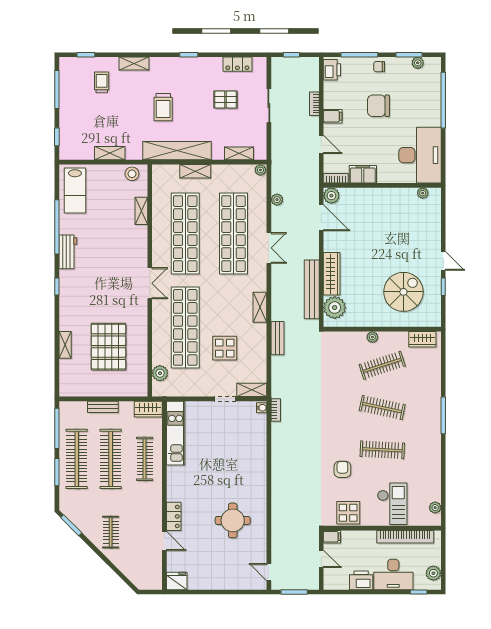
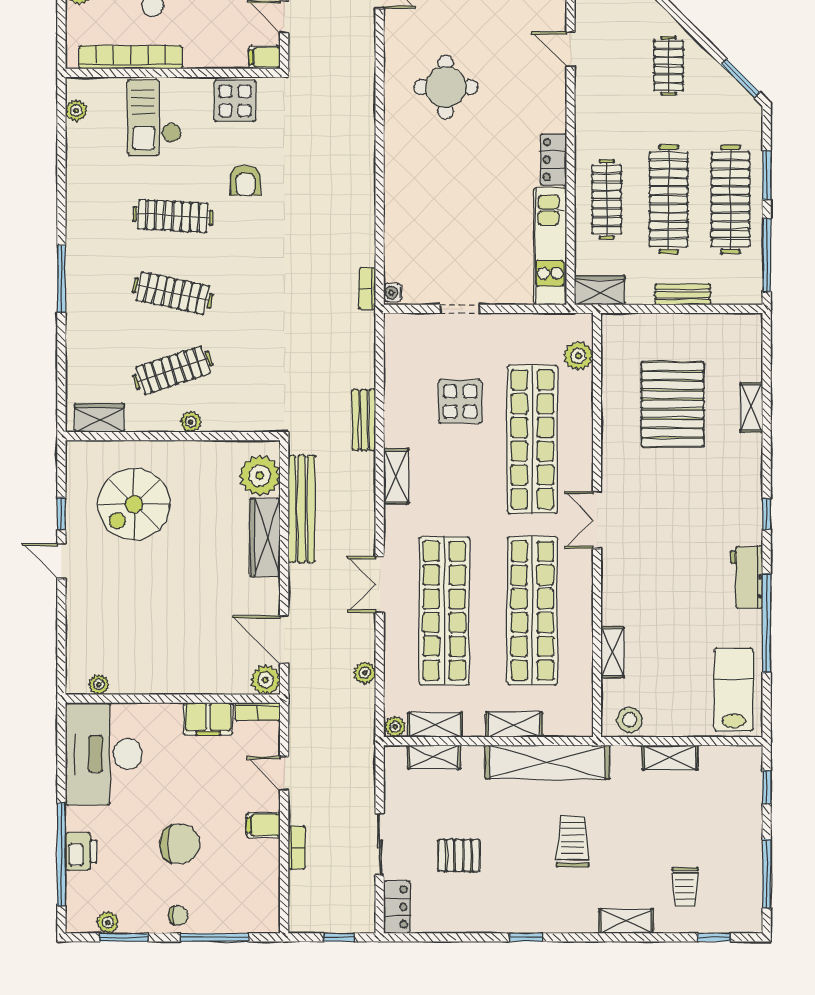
locker: (237, 64) -> (397, 907), moved, turned 90
printer: (332, 70) -> (81, 851), moved, turned 180
shelving: (252, 390) -> (435, 725), moved
locker: (174, 516) -> (553, 160), moved

